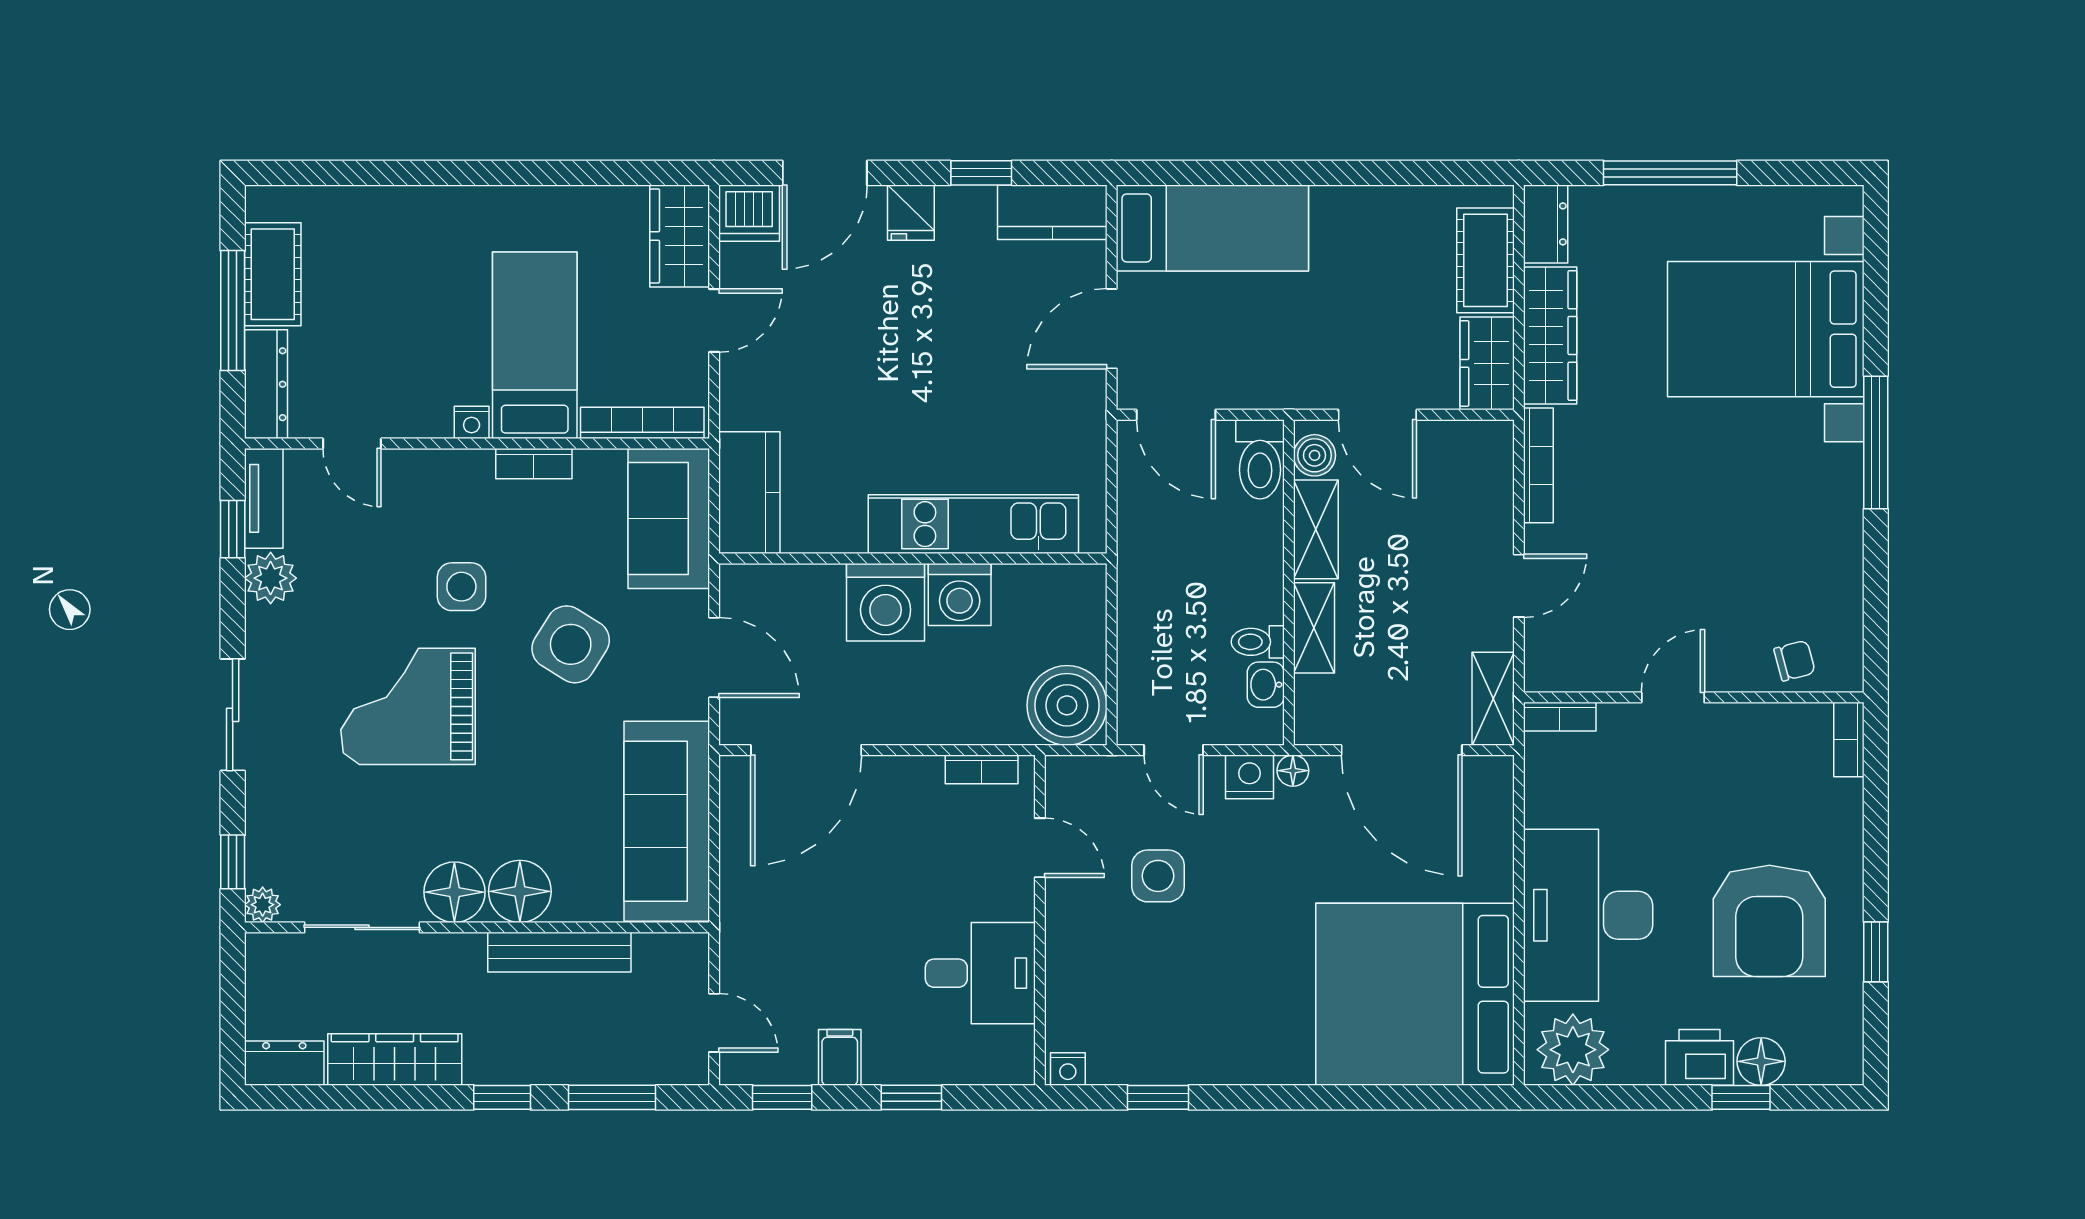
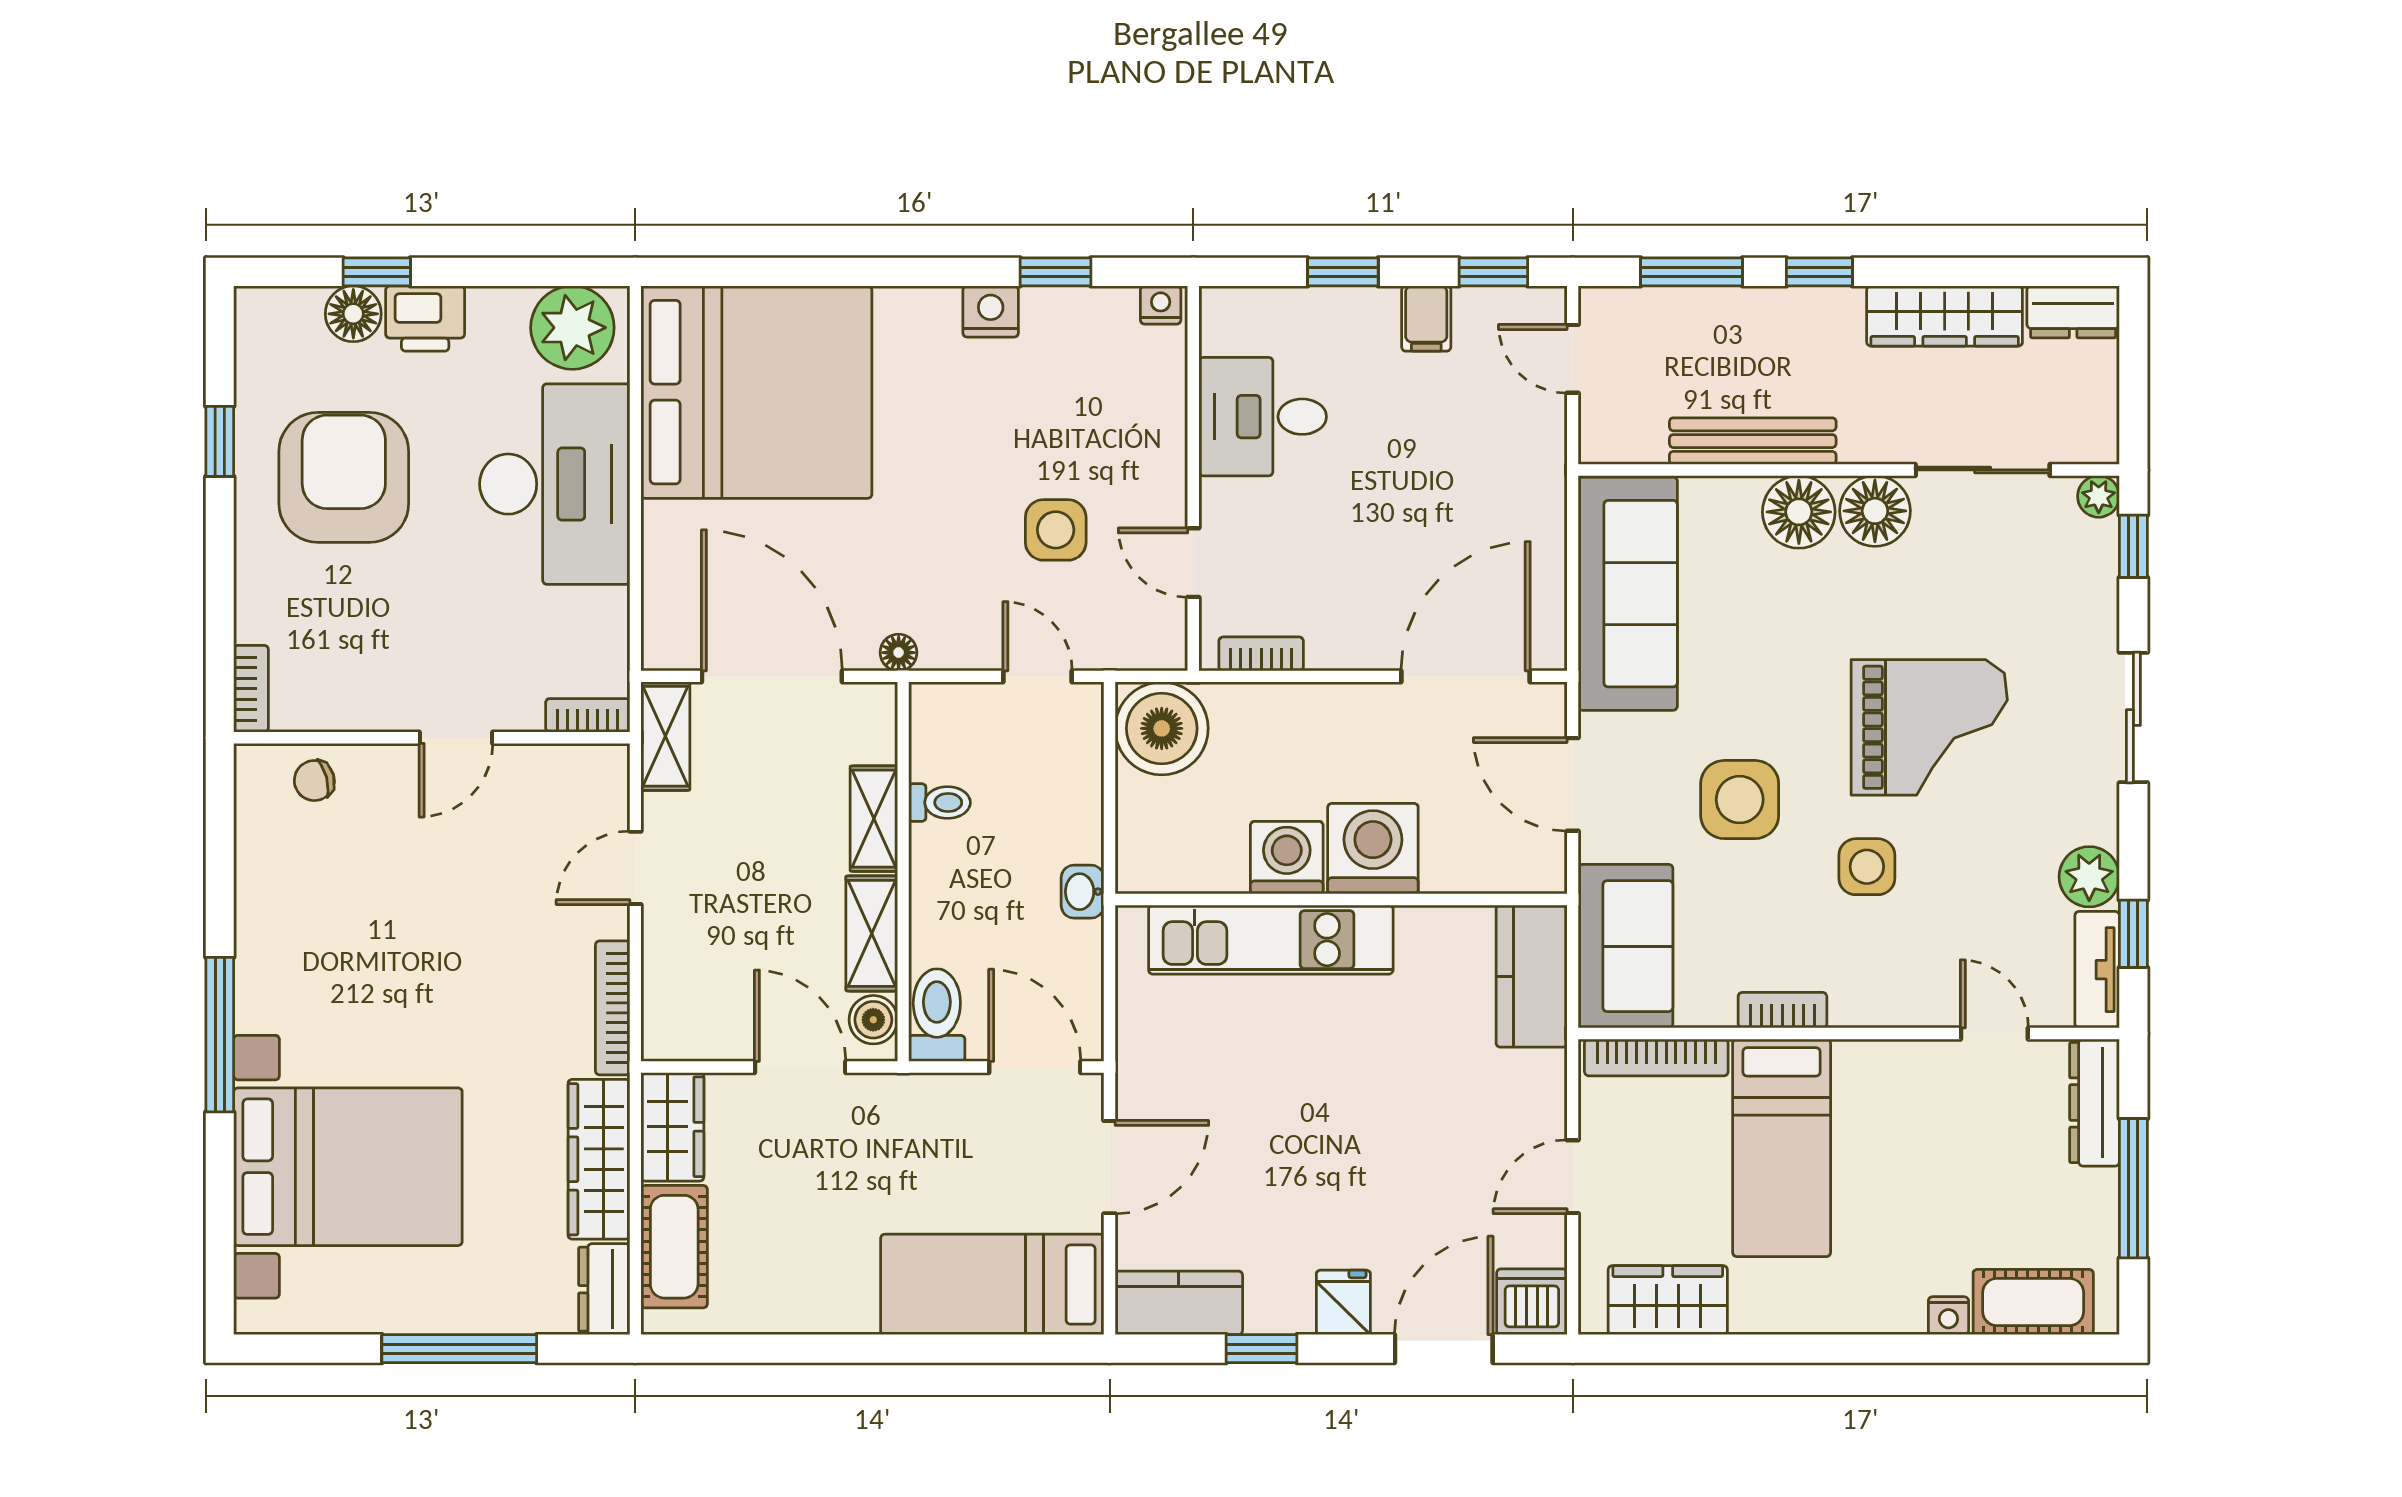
wardrobe: (680, 236) -> (1668, 1300), moved, turned -90
cot: (273, 274) -> (2033, 1302), moved, turned 90
nightstand: (472, 422) -> (1948, 1316), moved, turned 180
side table: (571, 644) -> (1740, 800), turned -32
washbasin: (1266, 685) -> (1083, 892), moved, turned 180
nightstand: (1249, 777) -> (991, 311), moved, turned 180

